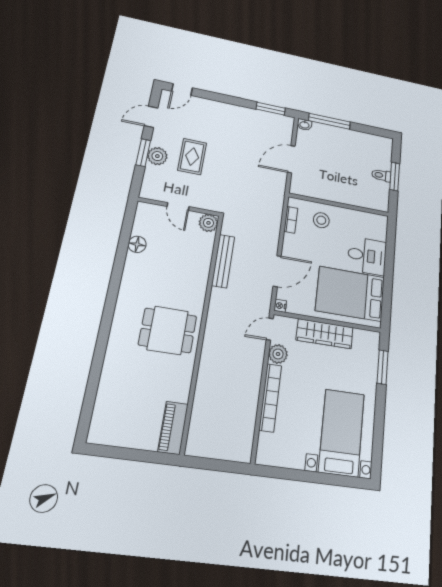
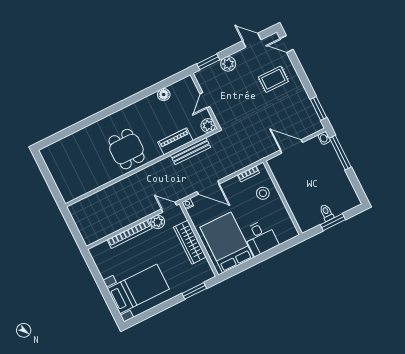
window: (143, 153) -> (208, 62), moved
rug: (192, 157) -> (273, 79), moved
piano: (173, 428) -> (175, 141), moved

